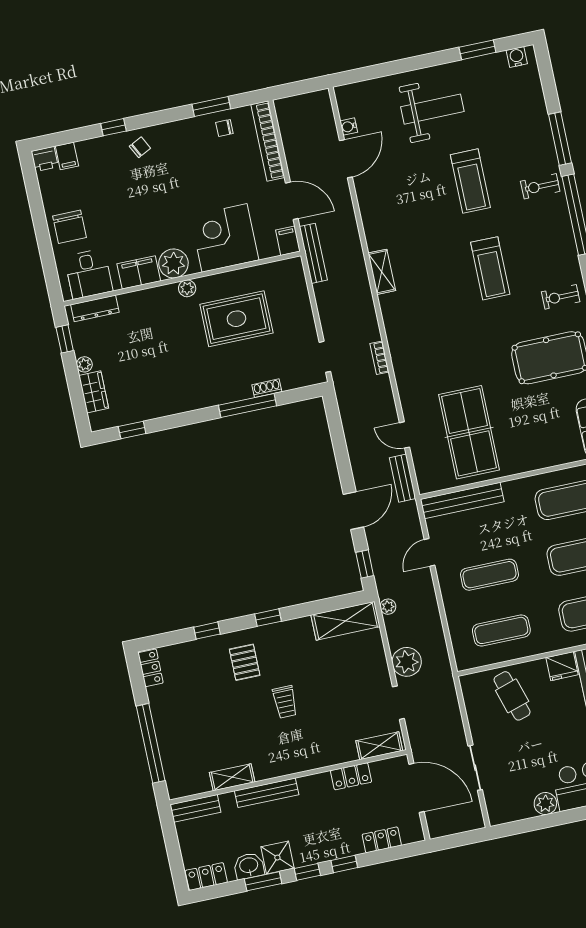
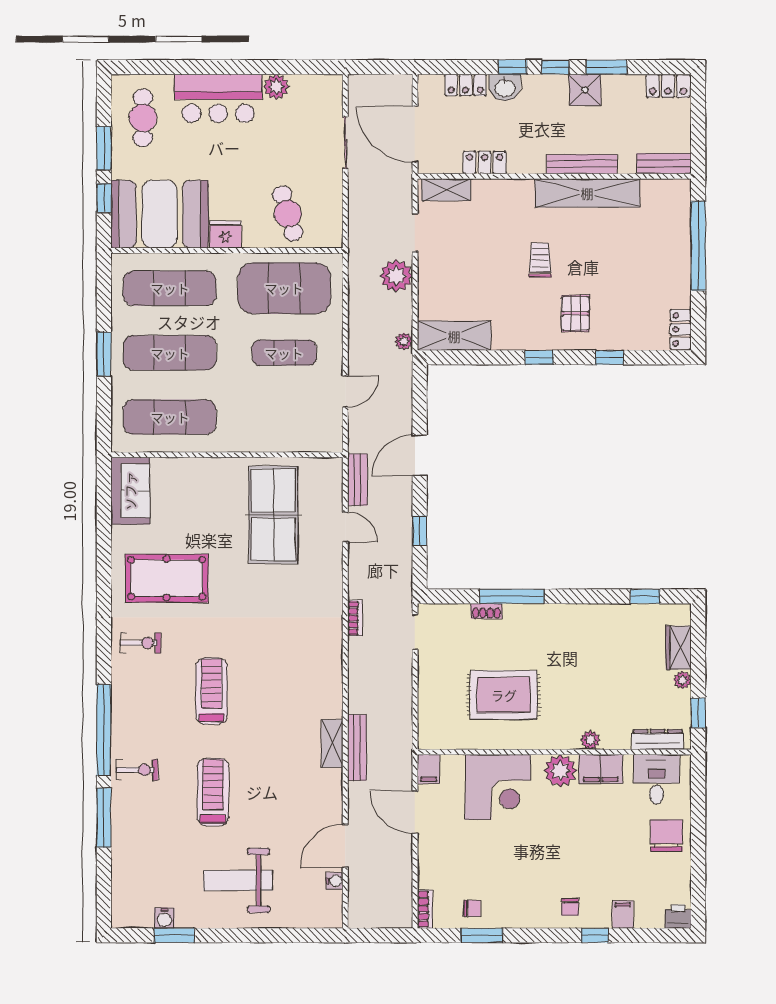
water cooler: (517, 57) -> (164, 918), moved
bookcase: (268, 141) -> (425, 909), width x0.43, depth x0.76
chair: (140, 147) -> (570, 907), turned -63
filing cabinet: (67, 156) -> (623, 914), moved
bench: (313, 253) -> (357, 748), moved
shelving: (382, 272) -> (332, 743), moved
plant: (187, 288) -> (590, 740), moved
bench: (462, 501) -> (297, 441), removed
window: (365, 564) -> (420, 531), moved
exercise mat: (501, 630) -> (284, 288), width x2.00, depth x1.45
shelving: (232, 777) -> (587, 193), width x2.20, depth x1.33
washbasin: (249, 866) -> (505, 87), moved

